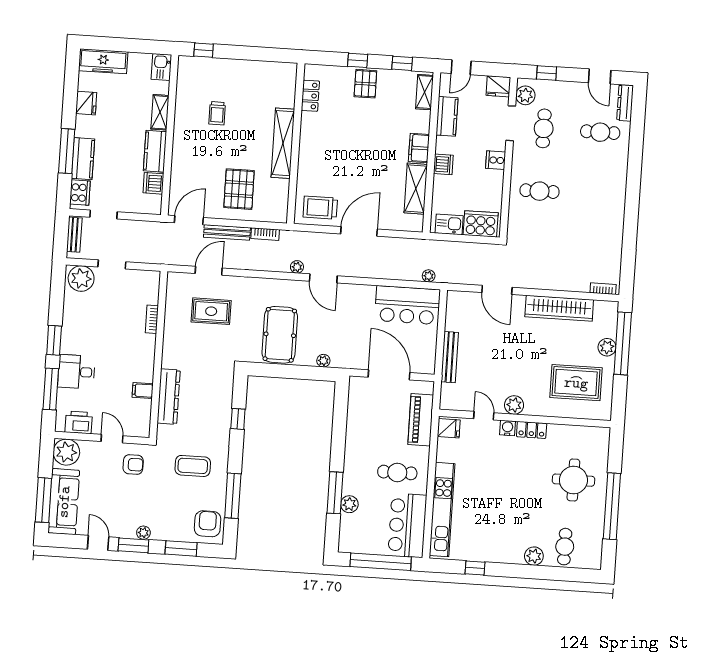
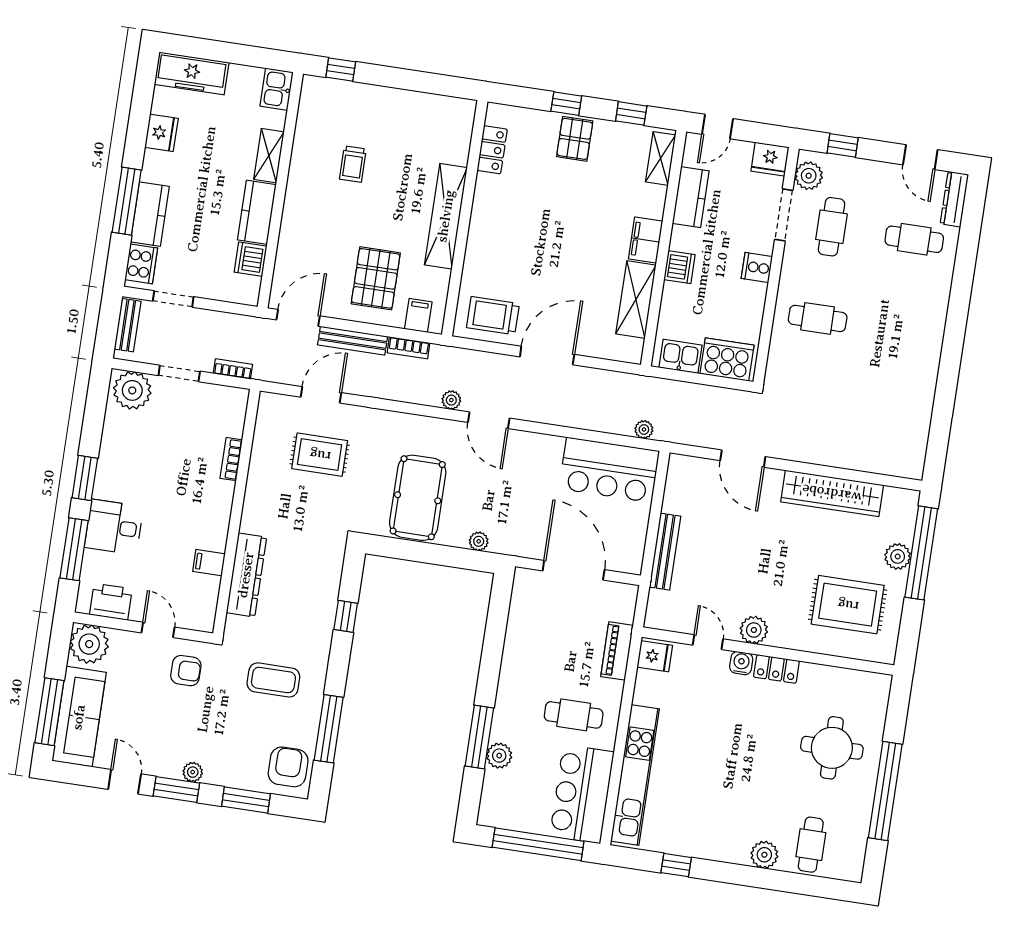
filing cabinet: (270, 212) -> (418, 315), added
bookcase: (603, 289) -> (233, 369), moved
piano: (421, 420) -> (617, 651), width x0.73, depth x0.75

